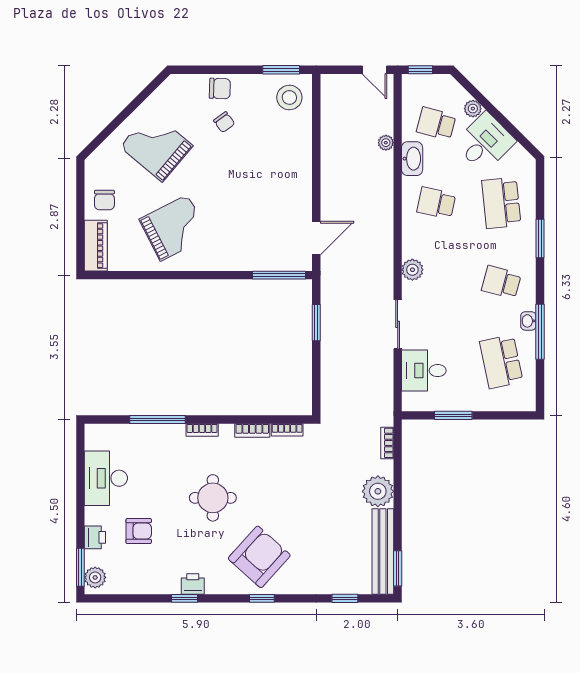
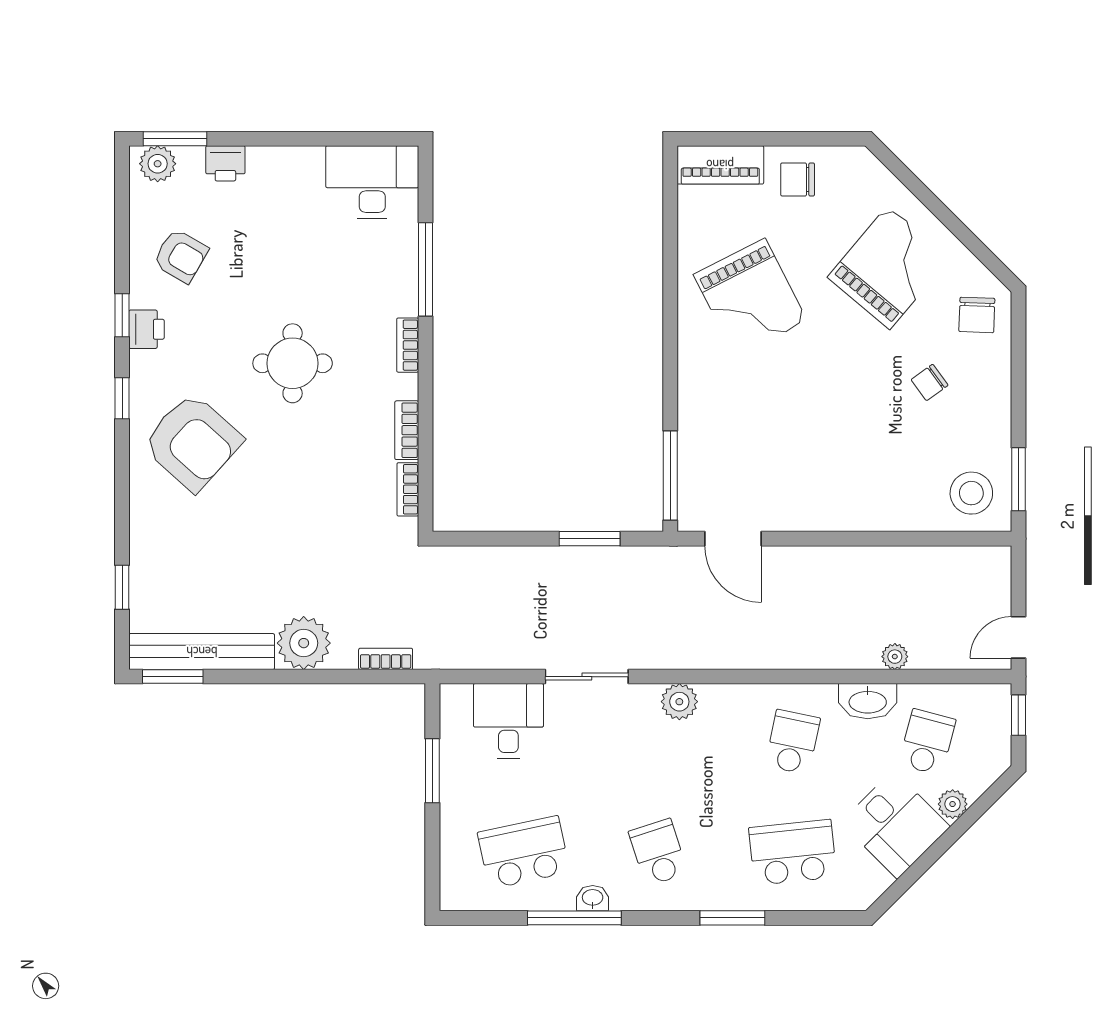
chair: (220, 89) -> (977, 315), moved
school desk: (501, 282) -> (658, 852), turned -33
desk: (106, 478) -> (372, 182), moved
armchair: (139, 531) -> (181, 256), moved, turned -60
window: (262, 598) -> (122, 398), moved

